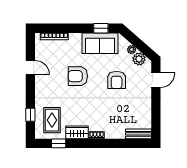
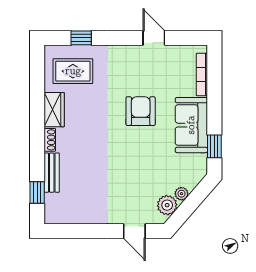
sofa: (100, 43) -> (191, 125), moved
door: (30, 68) -> (154, 38), swing flipped
armchair: (117, 80) -> (135, 170), removed
bench: (138, 134) -> (52, 173), moved
window: (59, 143) -> (37, 192), moved

